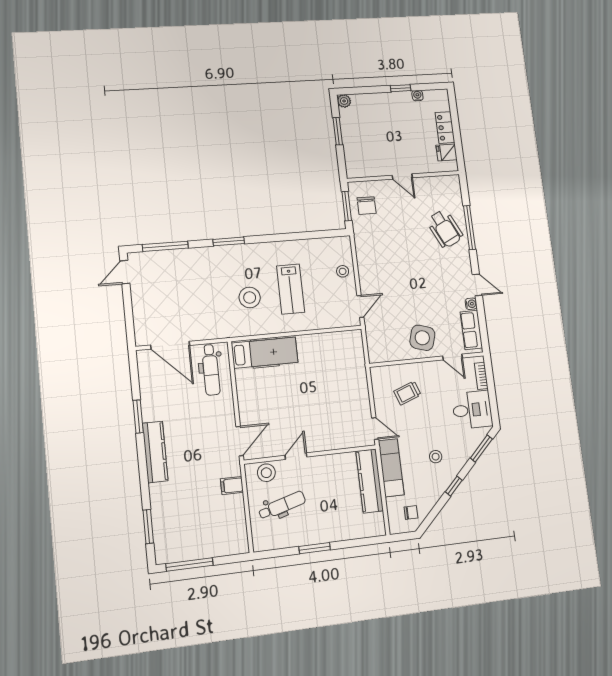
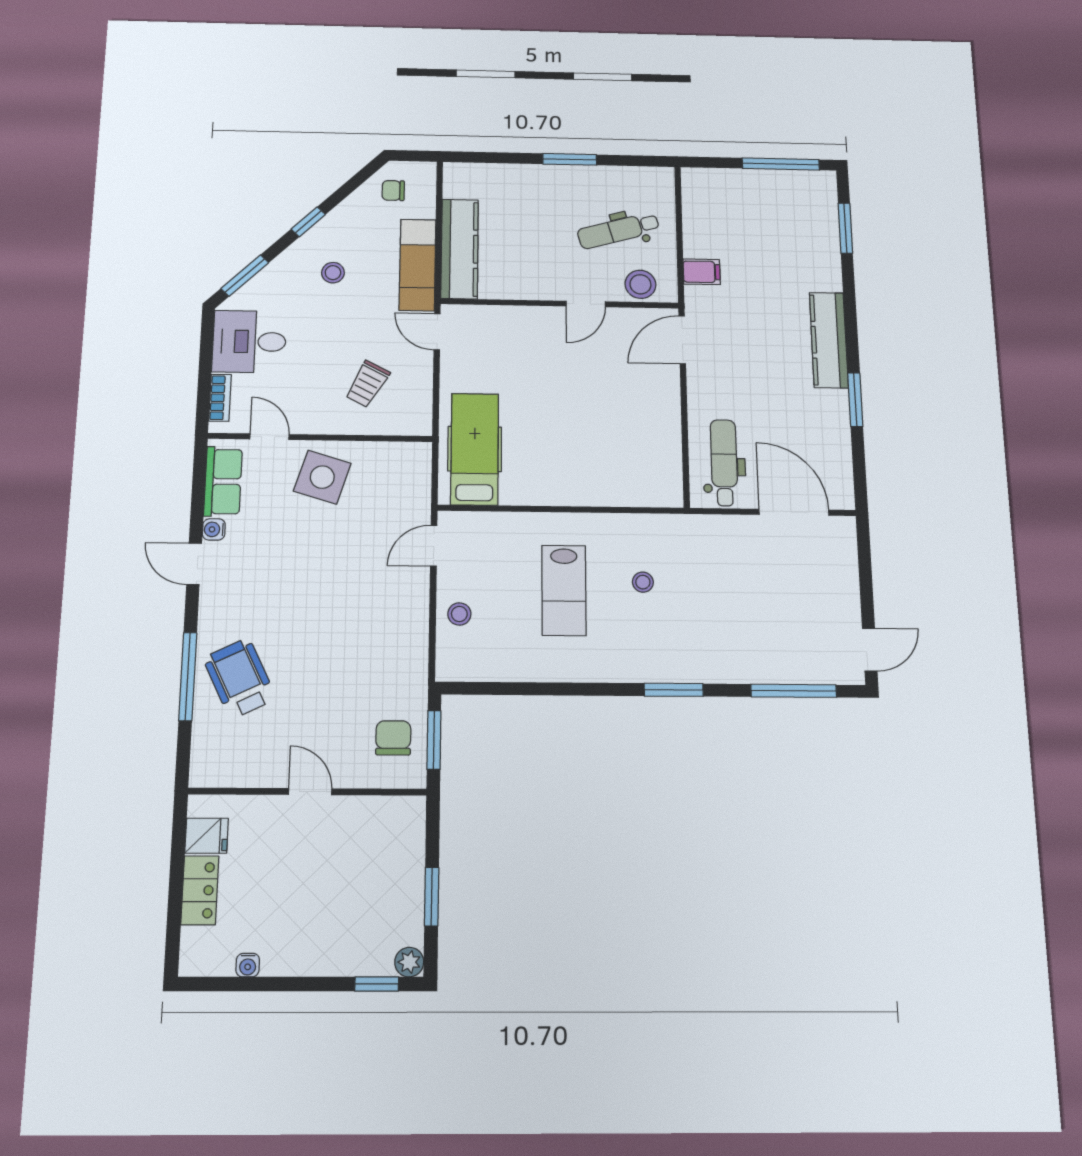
window: (401, 88) -> (377, 984), moved
lab bench: (291, 289) -> (564, 590), turned 180
stool: (250, 298) -> (643, 582), width x0.53, depth x0.53
hospital bed: (265, 353) -> (475, 449), moved, turned 90
trolley: (407, 393) -> (367, 384), turned 138

